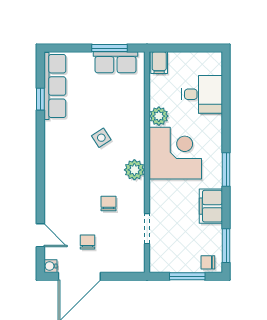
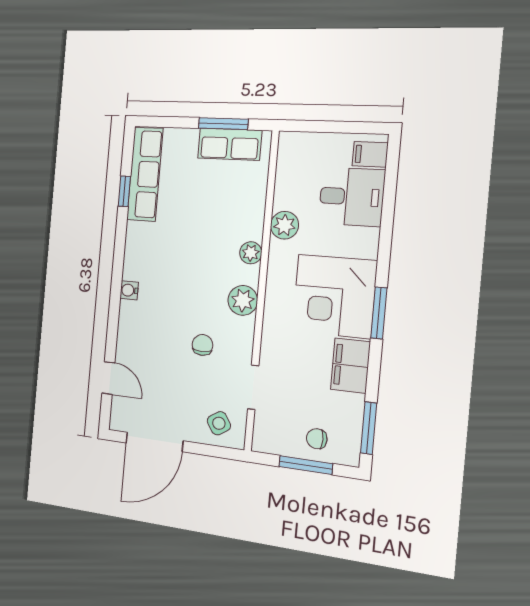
filing cabinet: (159, 63) -> (370, 154), moved, turned 90
plant: (137, 137) -> (251, 253), added
side table: (101, 138) -> (219, 423), moved
corner desk: (175, 153) -> (334, 296), moved, turned 180
chair: (87, 242) -> (169, 396), removed
chair: (208, 262) -> (317, 439), moved
water cooler: (51, 266) -> (129, 290), moved

